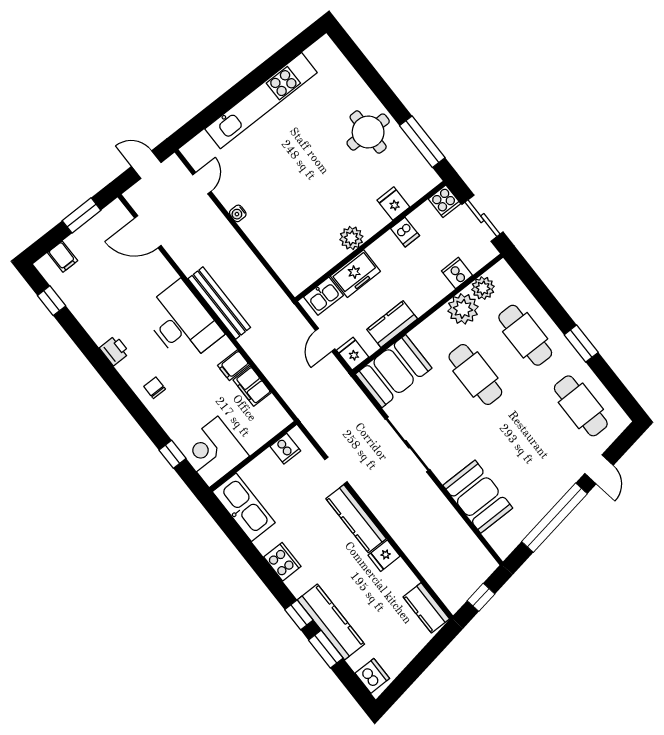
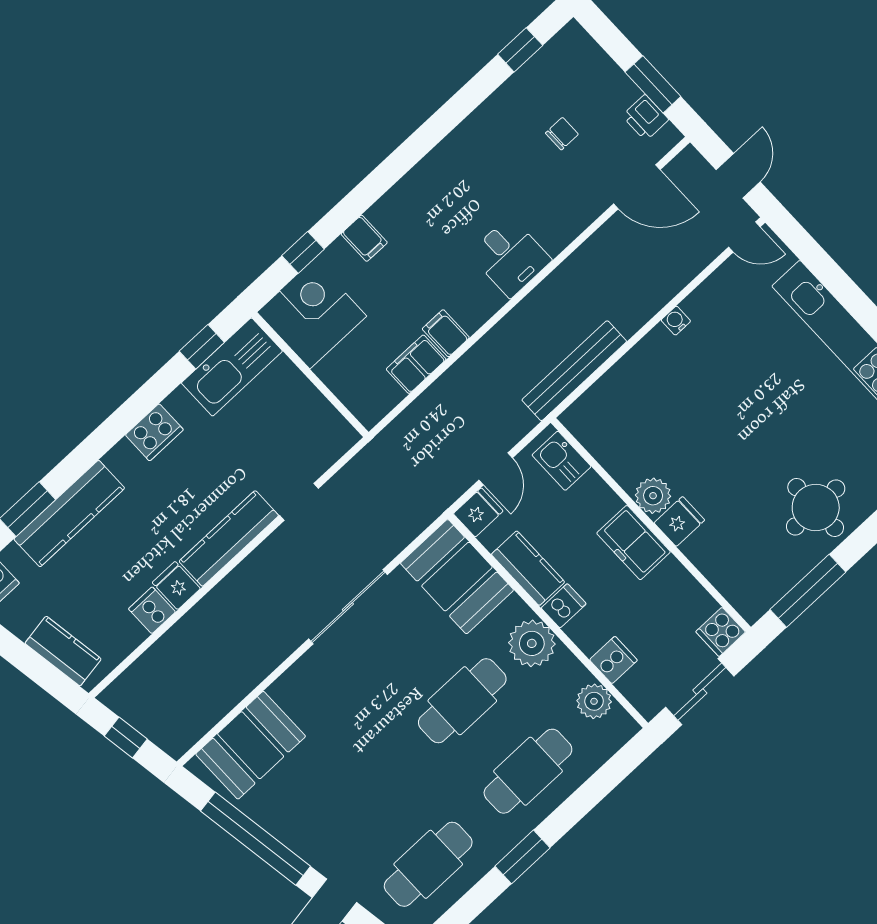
door: (202, 183) -> (744, 237), moved
fridge: (393, 204) -> (679, 521), moved
door: (148, 232) -> (637, 187), swing flipped
dishwasher: (405, 232) -> (564, 606), moved, turned 180
filing cabinet: (63, 257) -> (364, 238), moved, turned -90
freezer: (355, 274) -> (634, 543), moved
bench: (219, 303) -> (574, 371), moved
plant: (463, 309) -> (532, 643), moved
desk: (182, 322) -> (510, 257), width x0.53, depth x0.77
door: (325, 340) -> (496, 469), swing flipped
printer: (115, 350) -> (645, 118), moved, turned 90
chair: (155, 388) -> (562, 134), moved
cooker: (285, 449) -> (152, 610), moved, turned 90
booth: (478, 497) -> (251, 745), moved
kitchen counter: (426, 608) -> (63, 651), moved, turned 81
window: (299, 615) -> (202, 347), moved

